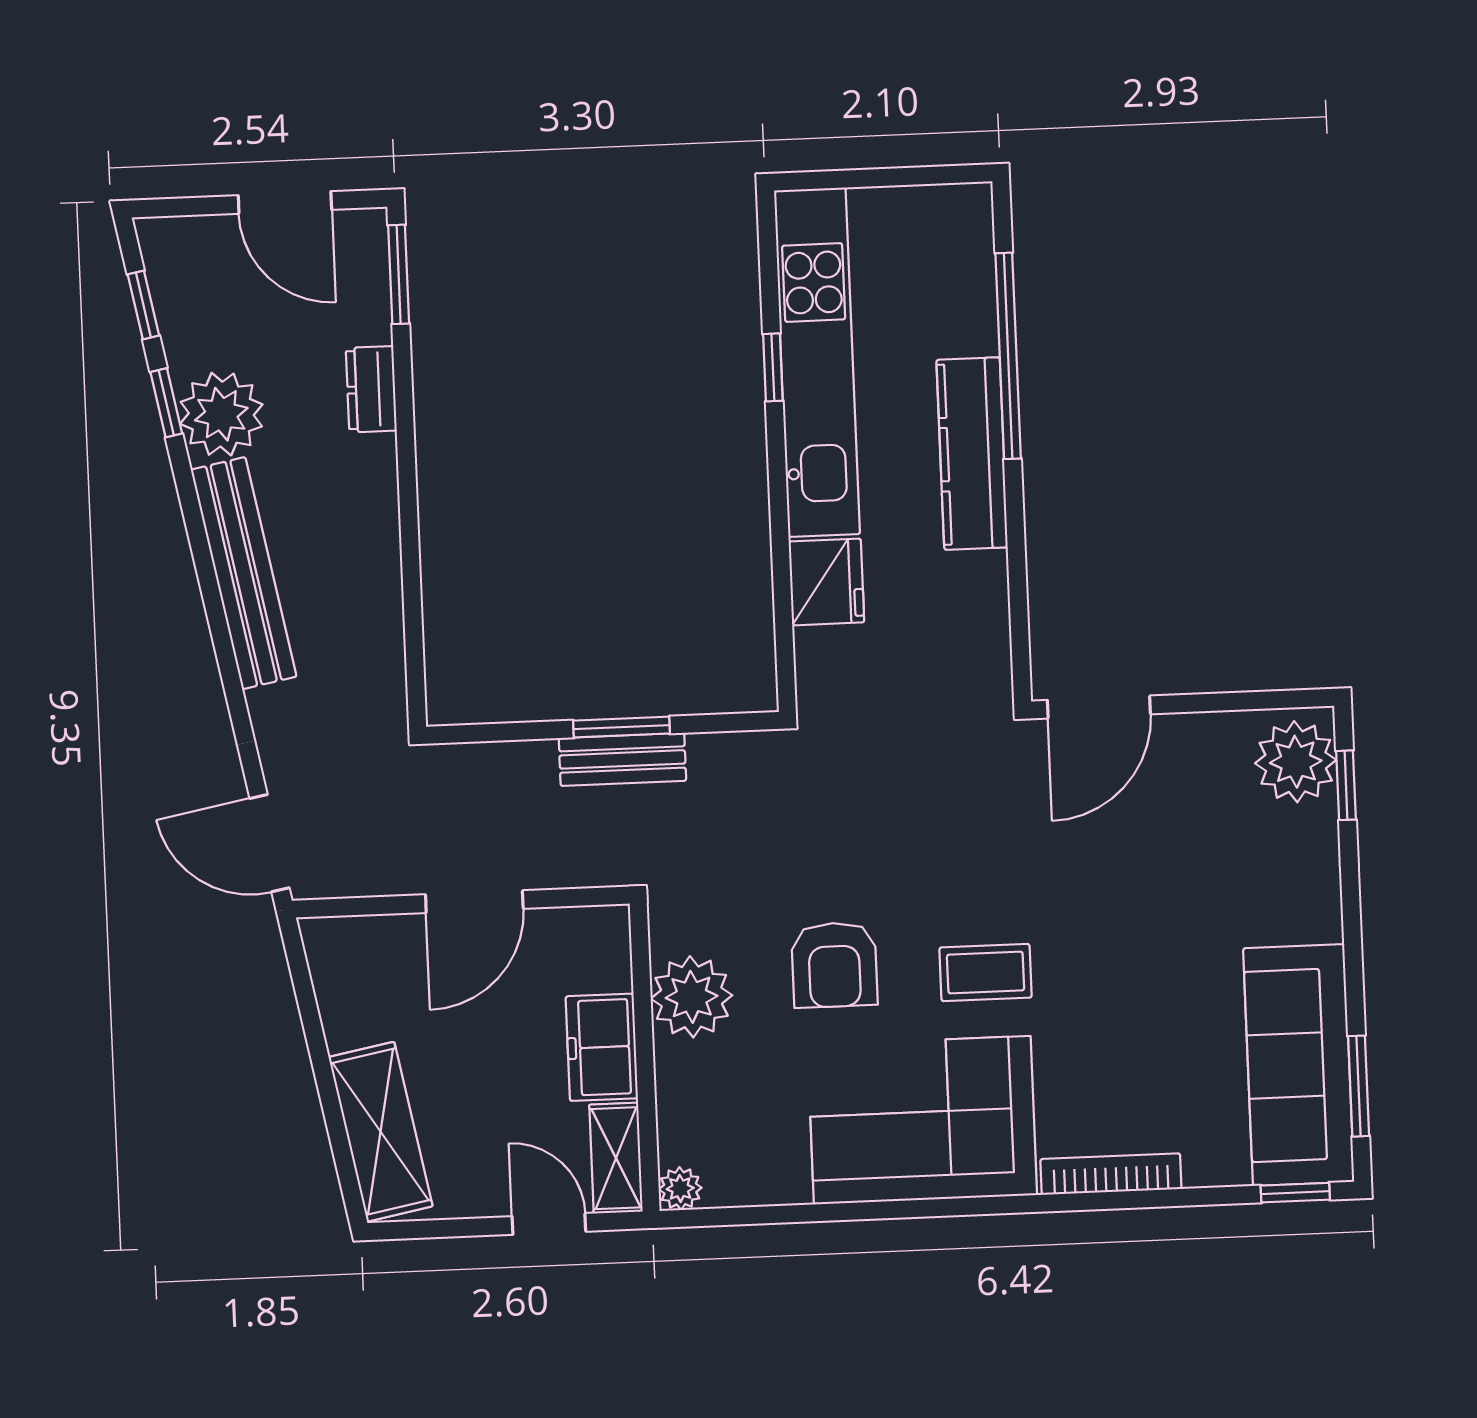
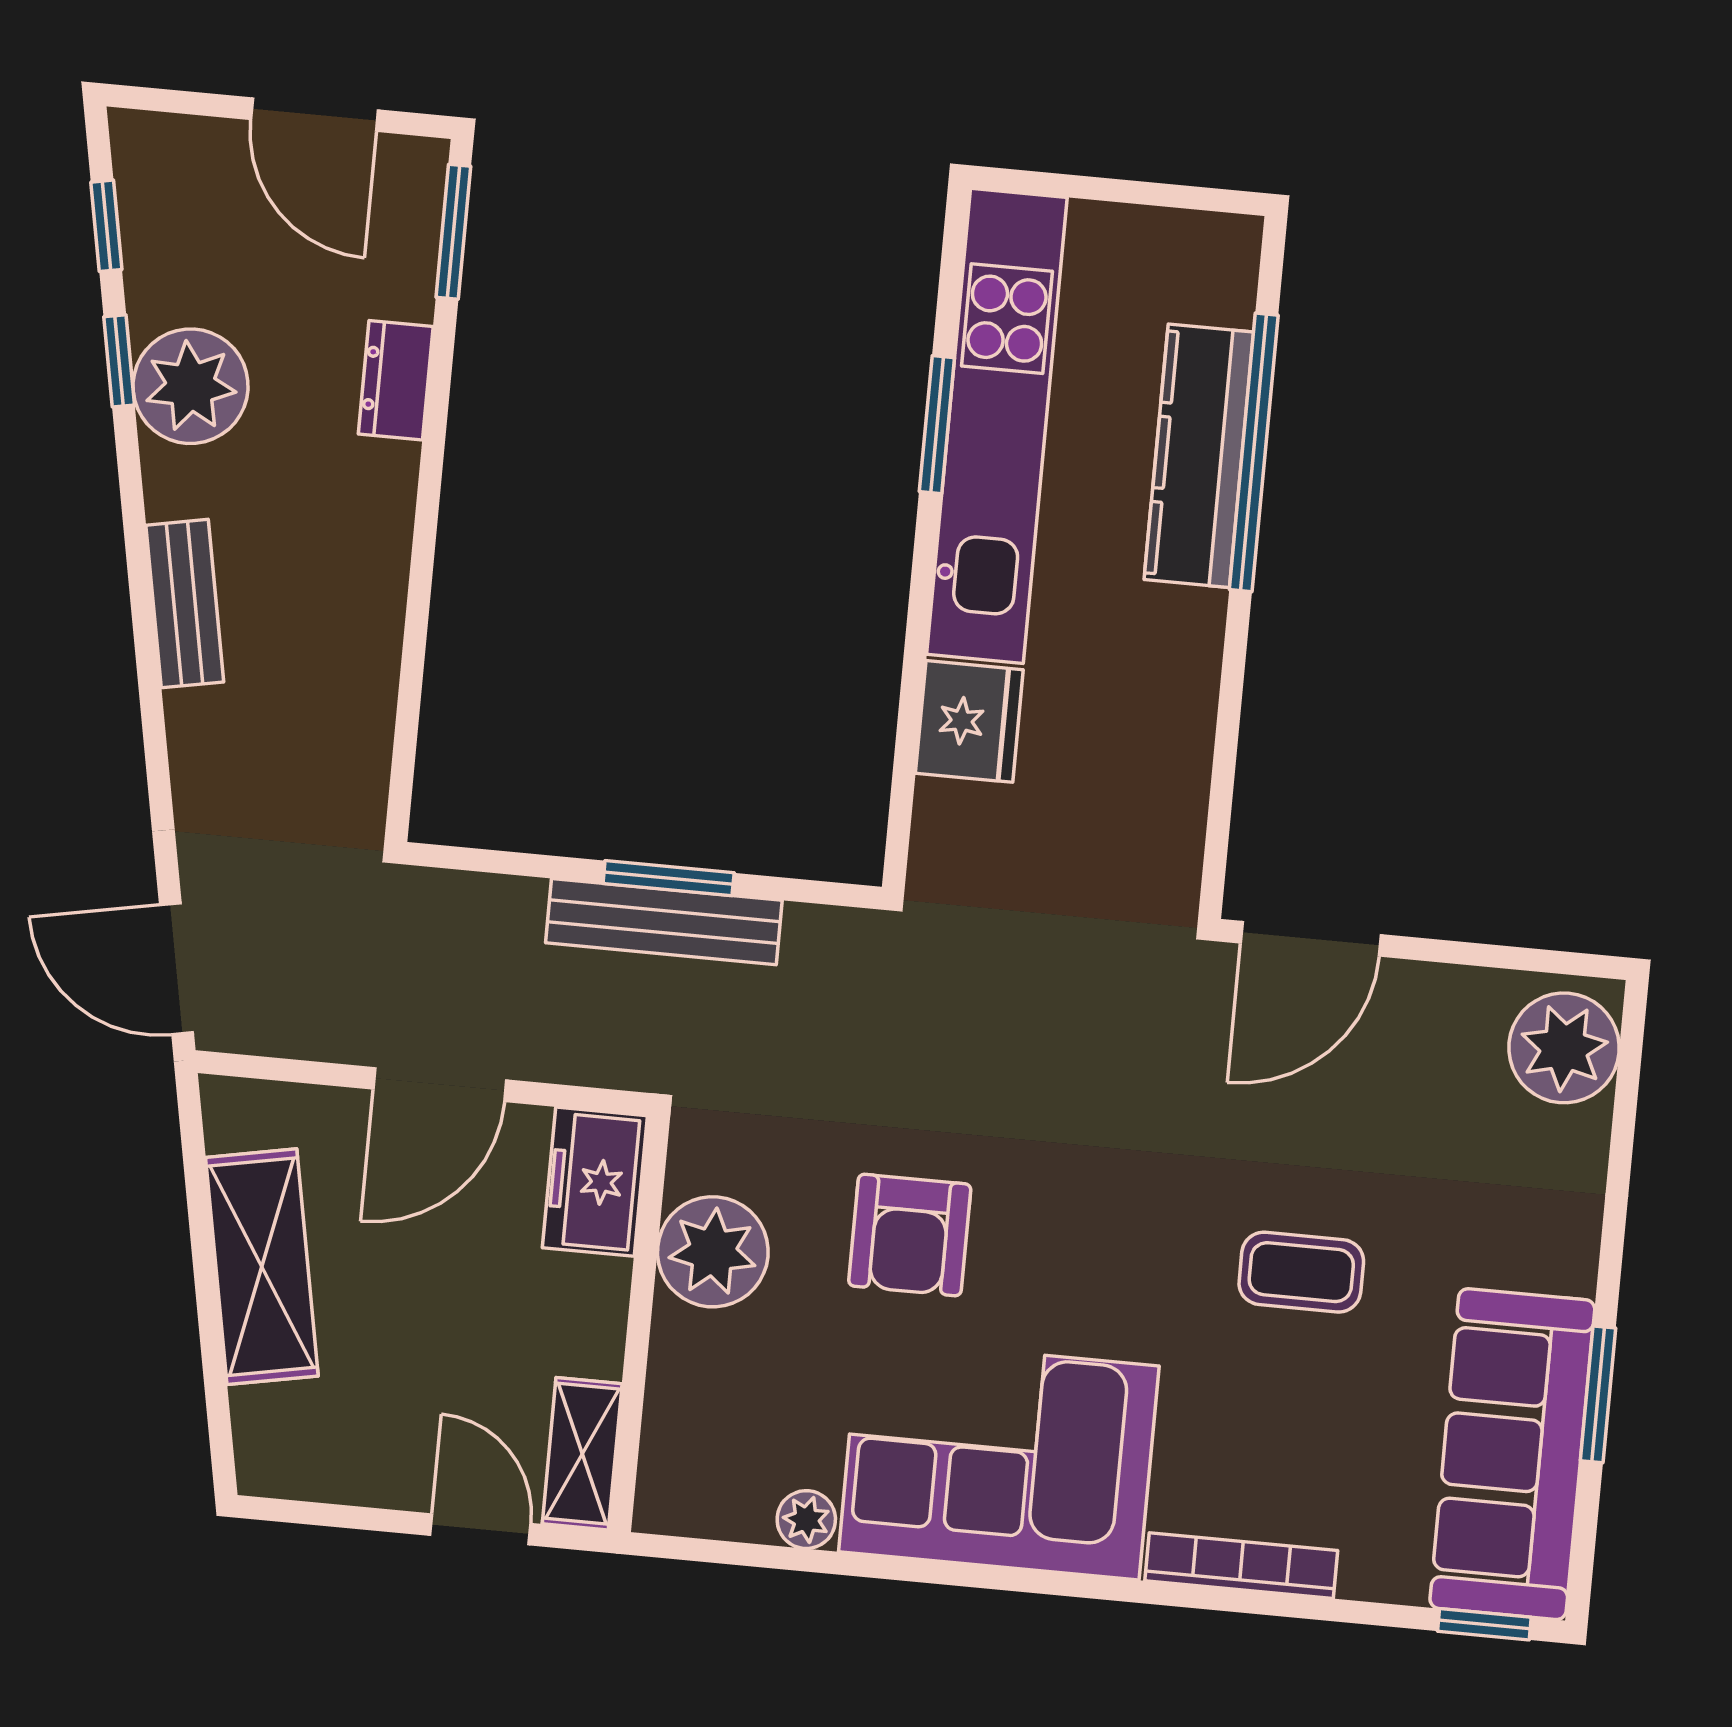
window: (773, 367) -> (937, 425), width x1.50
kitchen counter: (972, 454) -> (1199, 456), moved
bench: (244, 573) -> (185, 604), width x0.54, depth x0.82
bench: (622, 759) -> (664, 922), width x1.36
window: (1346, 785) -> (1627, 1089), removed
coffee table: (986, 973) -> (1301, 1272), moved
freezer: (602, 1047) -> (595, 1182), moved
window: (1359, 1086) -> (1598, 1394), moved
shelving: (381, 1132) -> (262, 1267), moved
plant: (680, 1188) -> (806, 1520), moved

